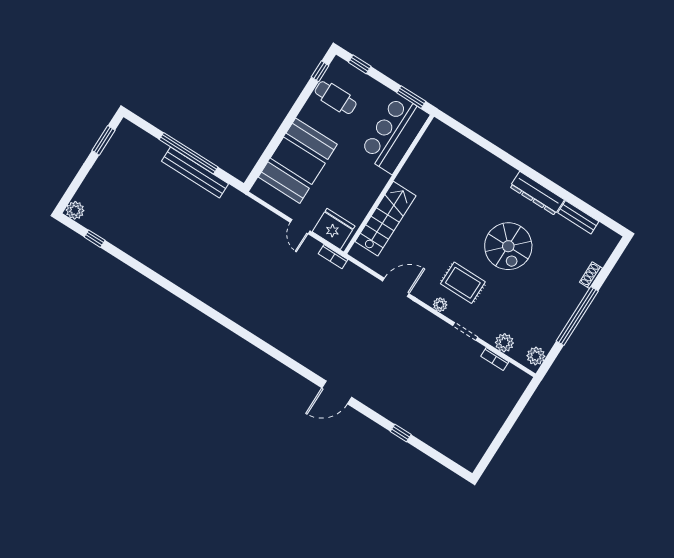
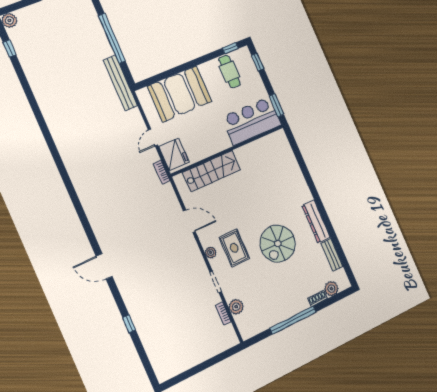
bench: (195, 173) -> (120, 83), moved
plant: (536, 356) -> (331, 289), moved

